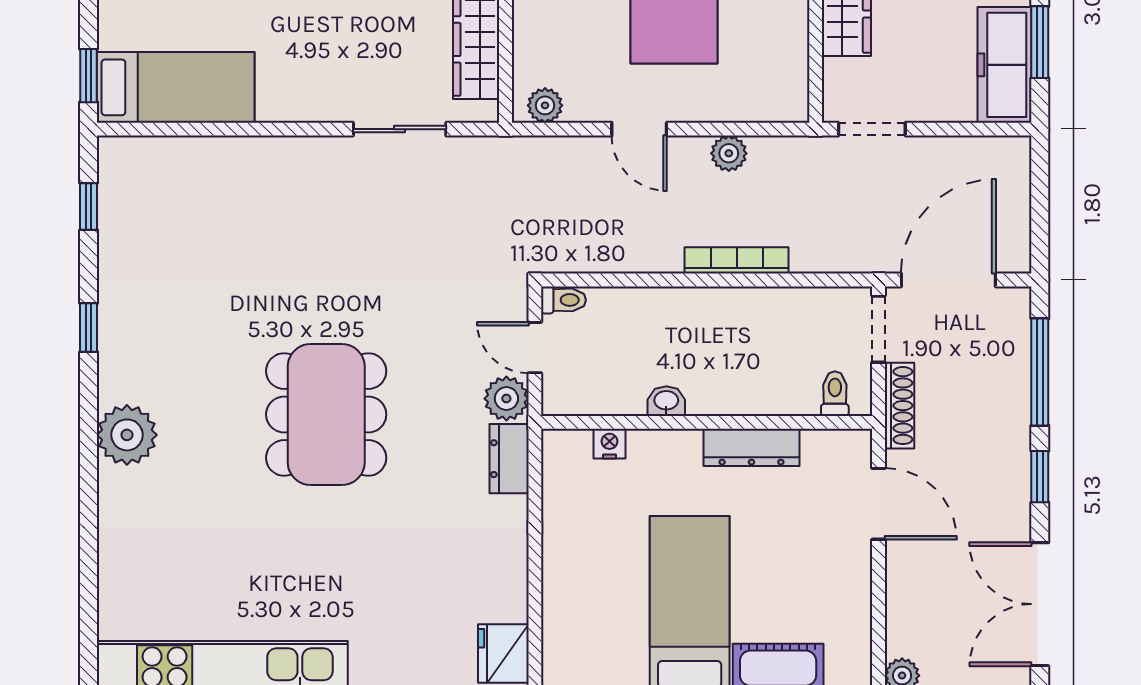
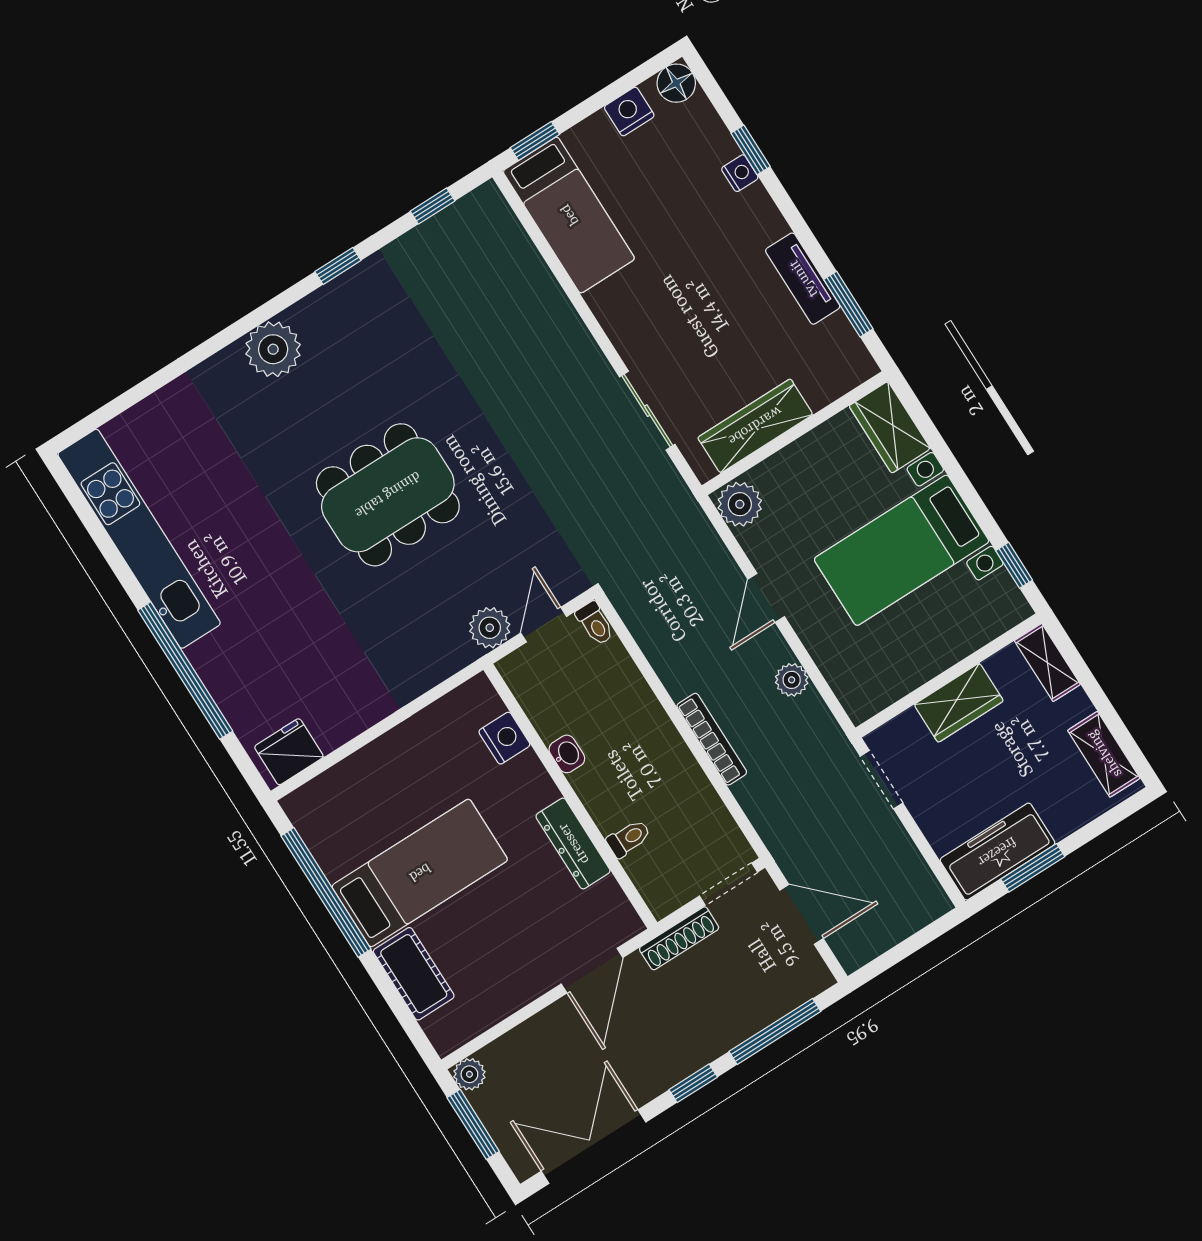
plant: (545, 105) -> (740, 504), width x1.38, depth x1.38
door: (948, 280) -> (802, 914), width x0.73
toilet: (835, 394) -> (629, 838), moved
nightstand: (609, 444) -> (504, 738), width x1.39, depth x1.35
dresser: (509, 459) -> (444, 660), removed

